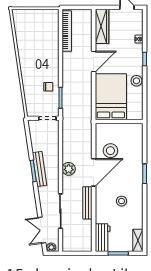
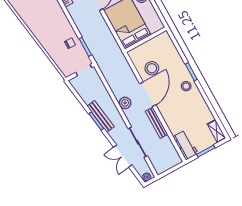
stool: (122, 201) -> (186, 86), moved
double door: (42, 230) -> (123, 156), moved

